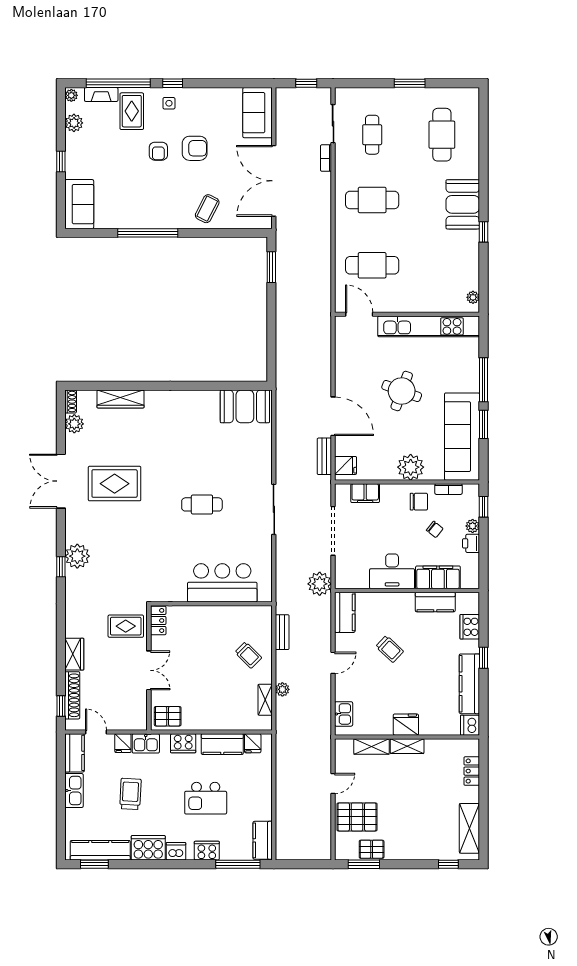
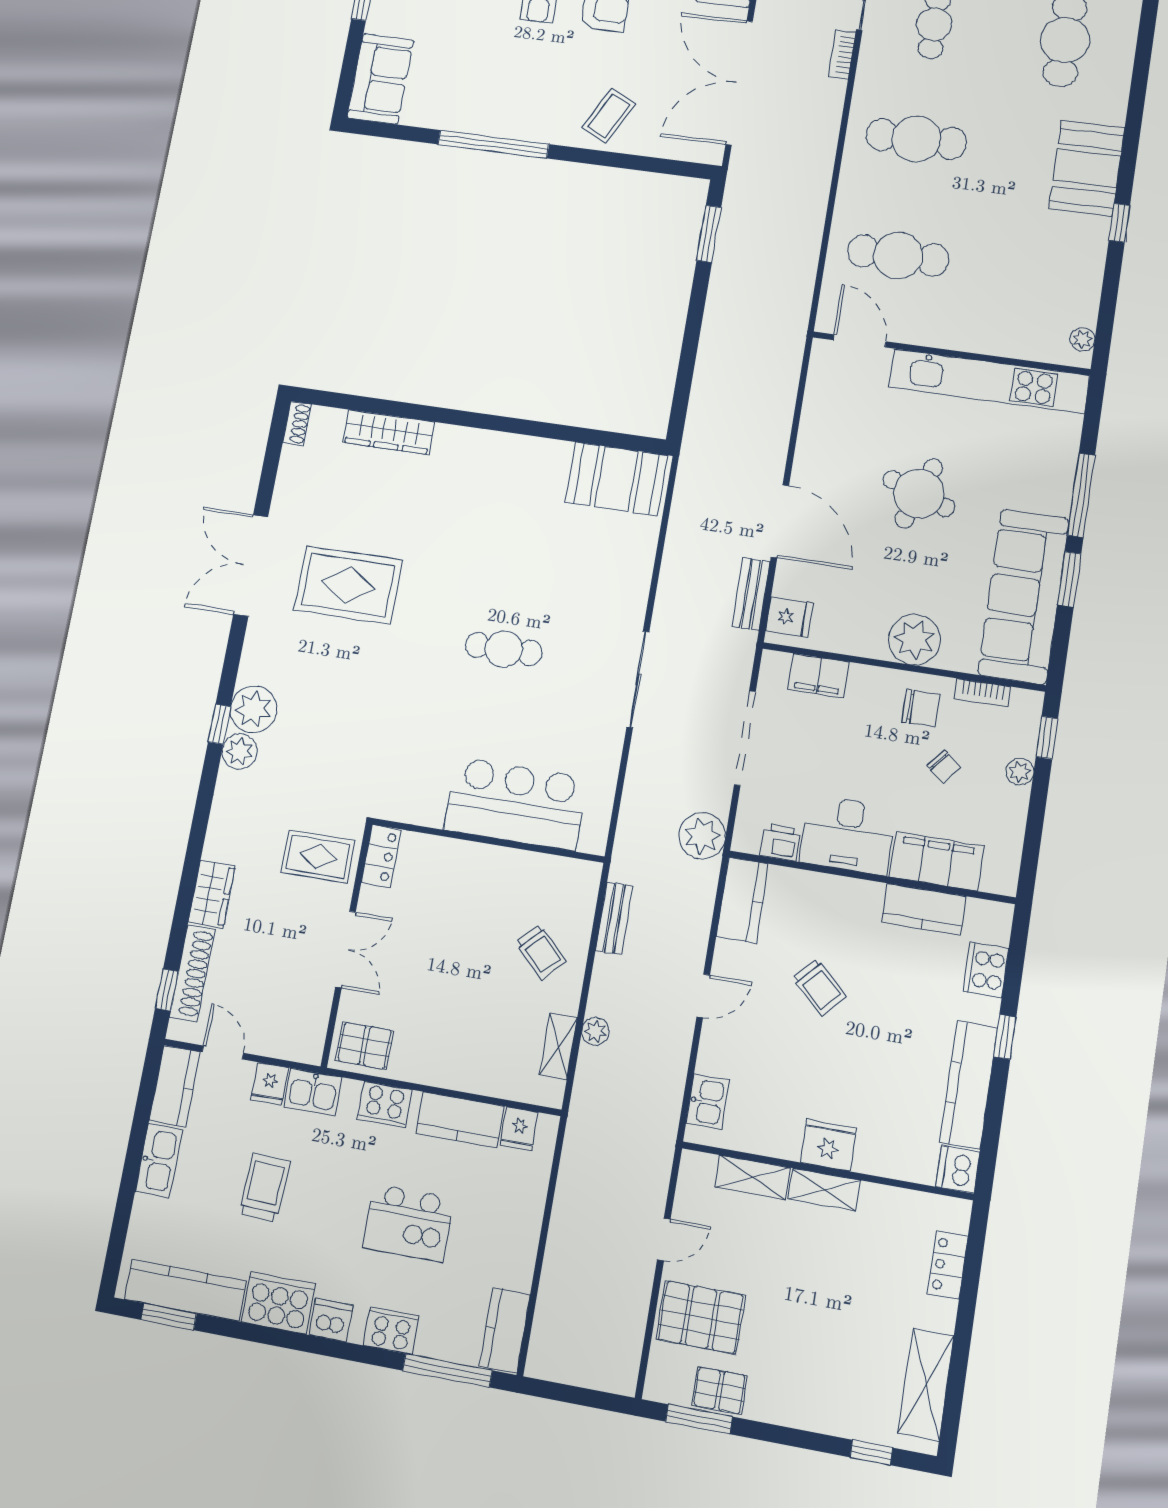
plant: (74, 424) -> (240, 751), moved
printer: (471, 543) -> (780, 842), moved, turned 90

